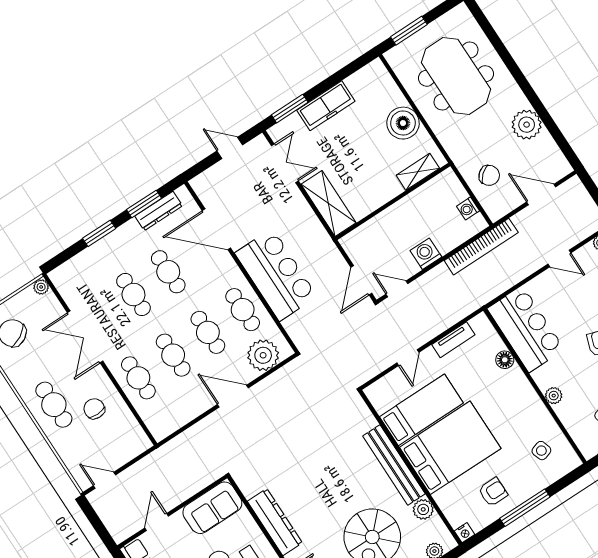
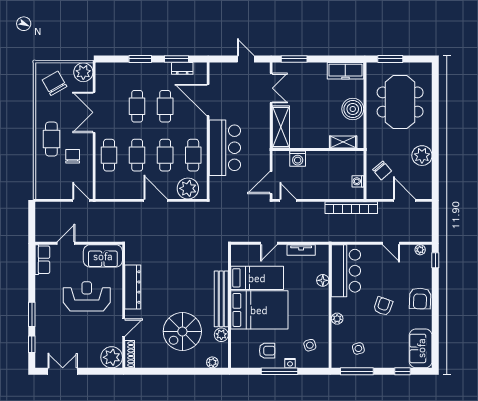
freezer: (326, 106) -> (345, 71), moved
dresser: (159, 211) -> (182, 68), width x0.70
washing machine: (426, 254) -> (298, 159), moved, turned 180
plant: (41, 287) -> (83, 72), width x1.87, depth x1.87
door: (104, 480) -> (81, 200), moved
nightstand: (464, 533) -> (290, 363), moved

